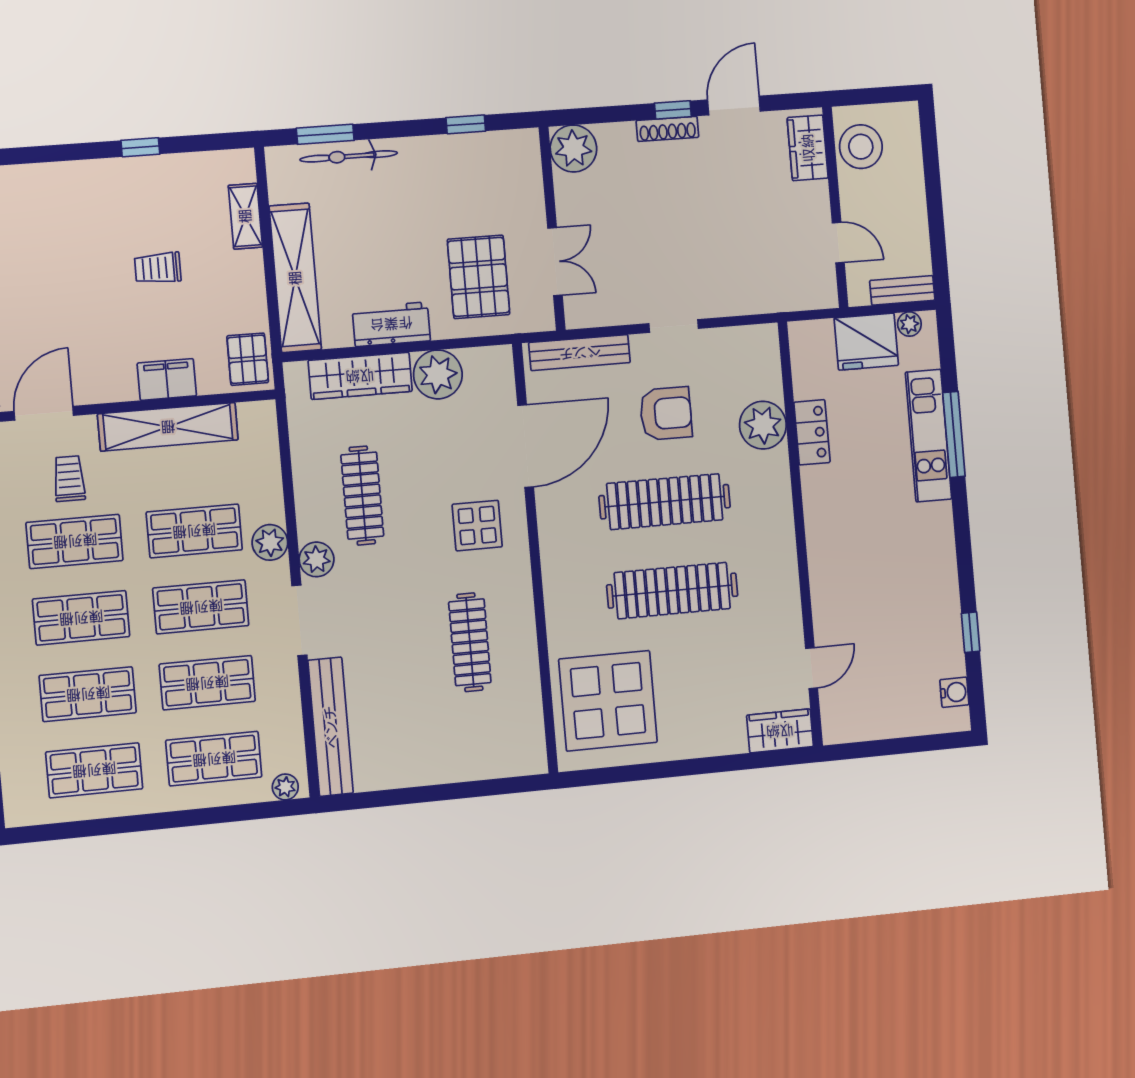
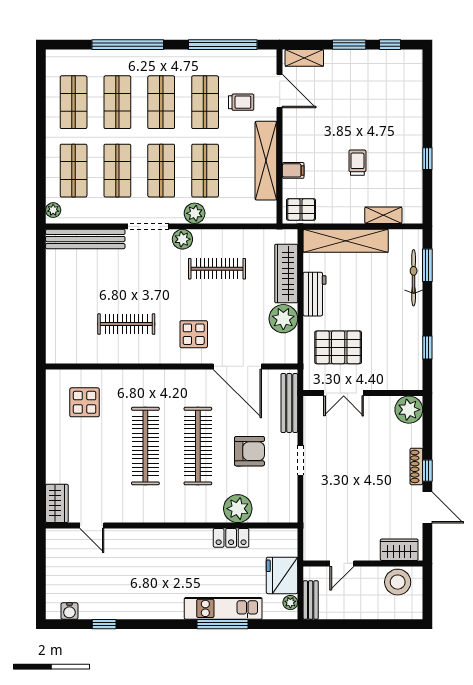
filing cabinet: (167, 379) -> (293, 170), width x0.50
armchair: (666, 414) -> (249, 451), turned -90
display table: (608, 701) -> (85, 402), width x0.54, depth x0.54

